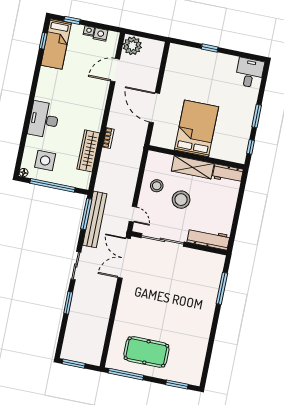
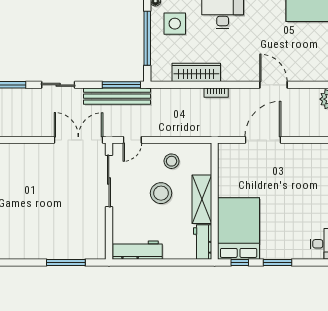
door: (115, 70) -> (274, 85), moved
bed: (196, 128) -> (239, 229), moved, turned -90
workbench: (208, 239) -> (137, 250), moved, turned -90

